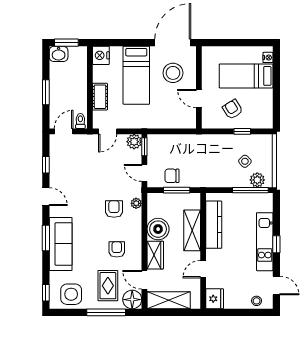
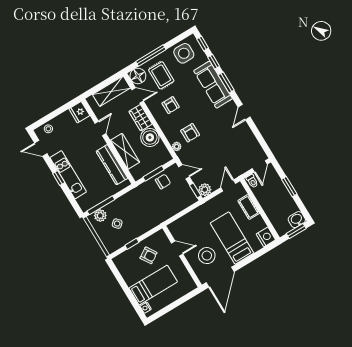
window: (46, 165) -> (214, 62), moved
door: (46, 197) -> (244, 112), hinge flipped

